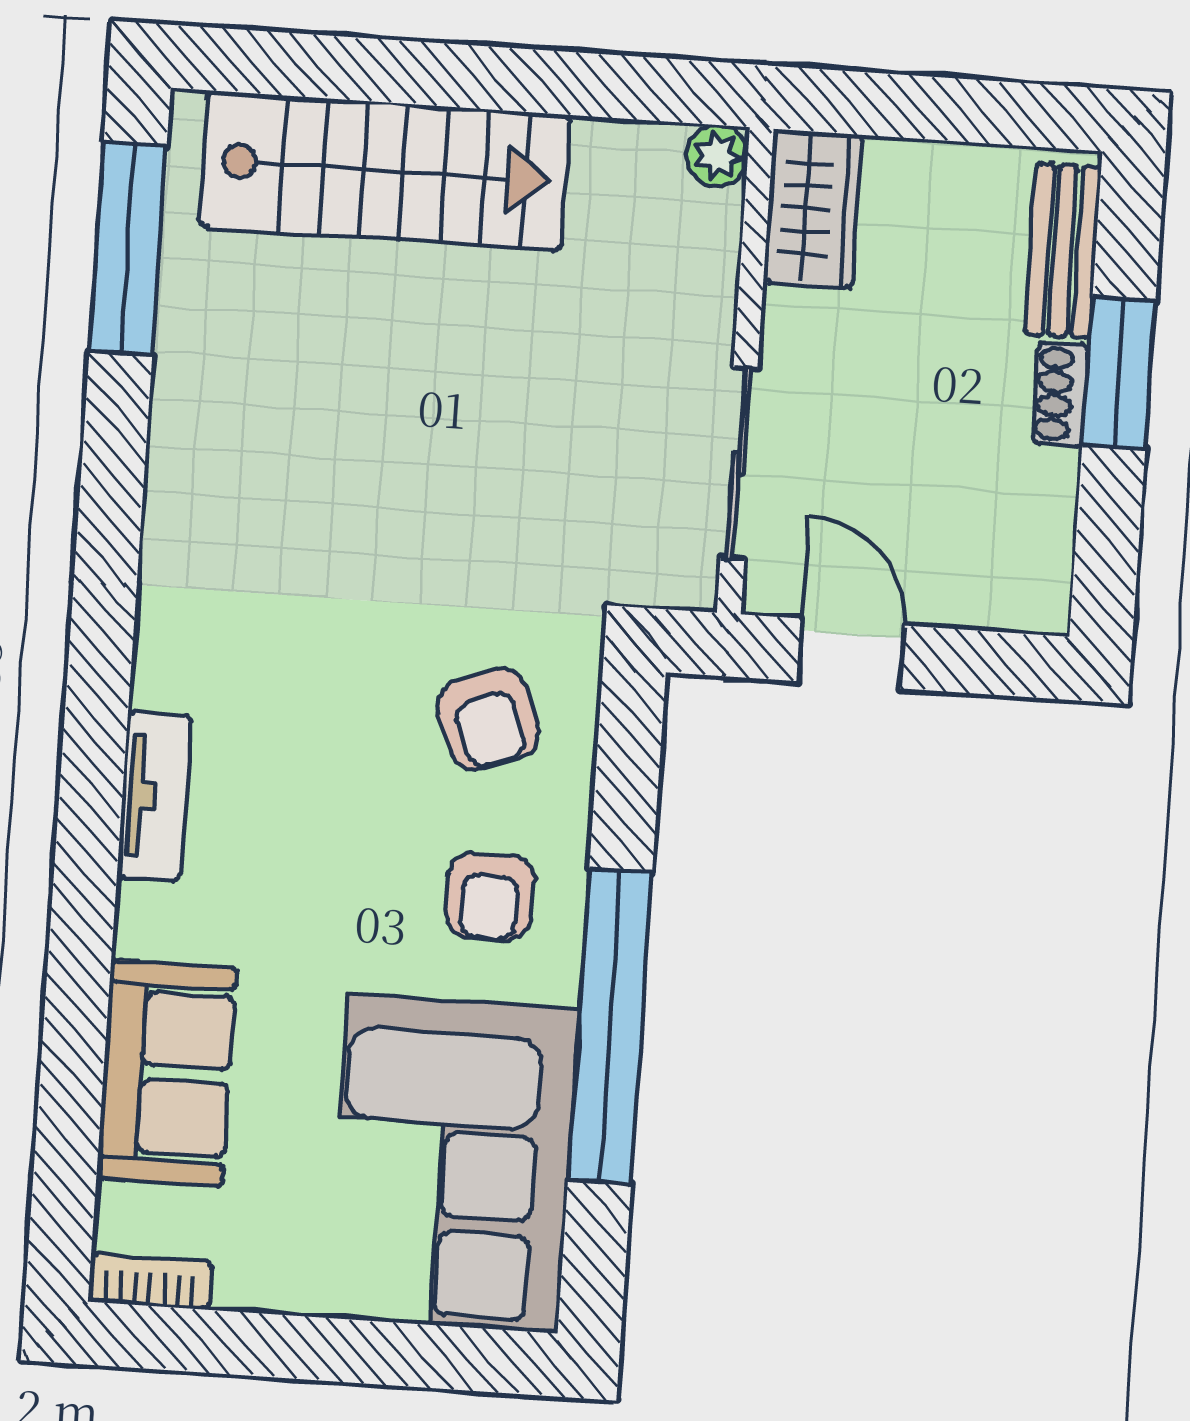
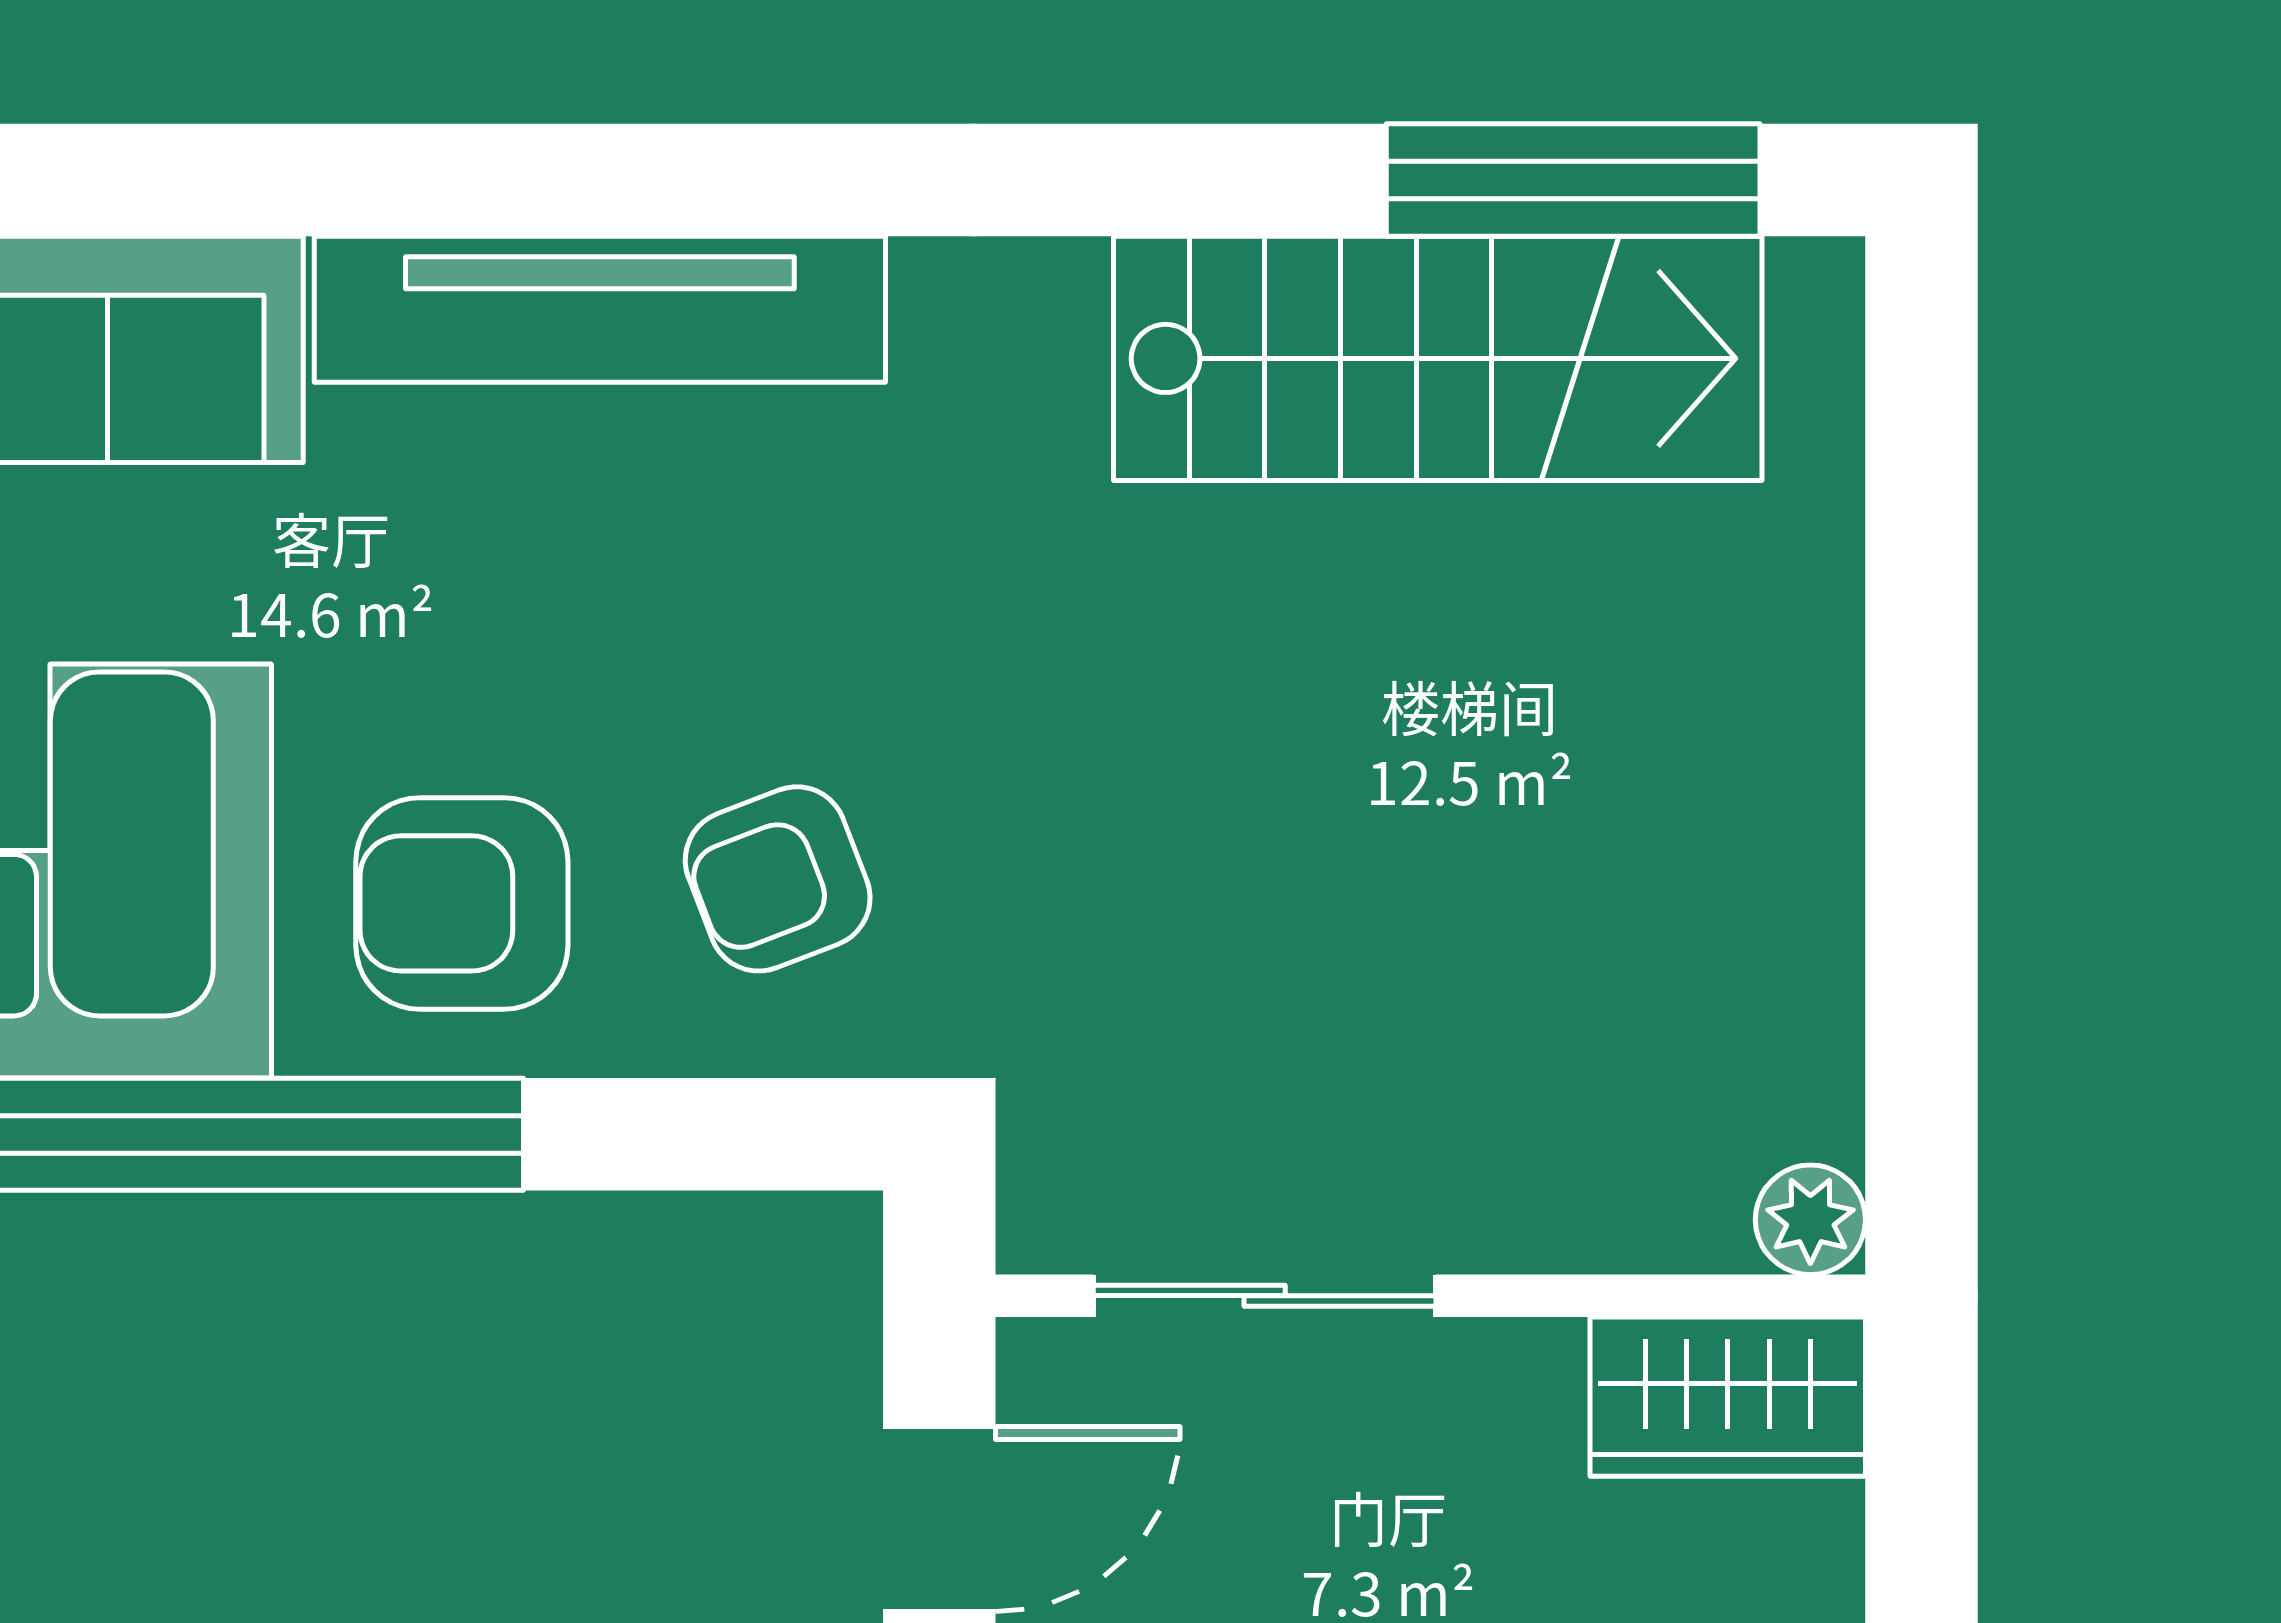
stairs: (384, 171) -> (1438, 358), moved, turned -90
tv unit: (154, 796) -> (600, 309), width x1.92, depth x1.29
armchair: (489, 896) -> (462, 903), width x1.38, depth x1.38

